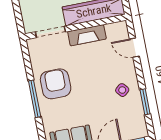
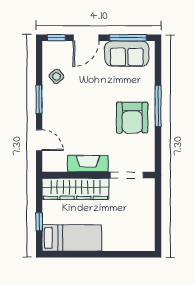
side table: (122, 90) -> (56, 76), moved
window: (145, 102) -> (39, 99), moved

